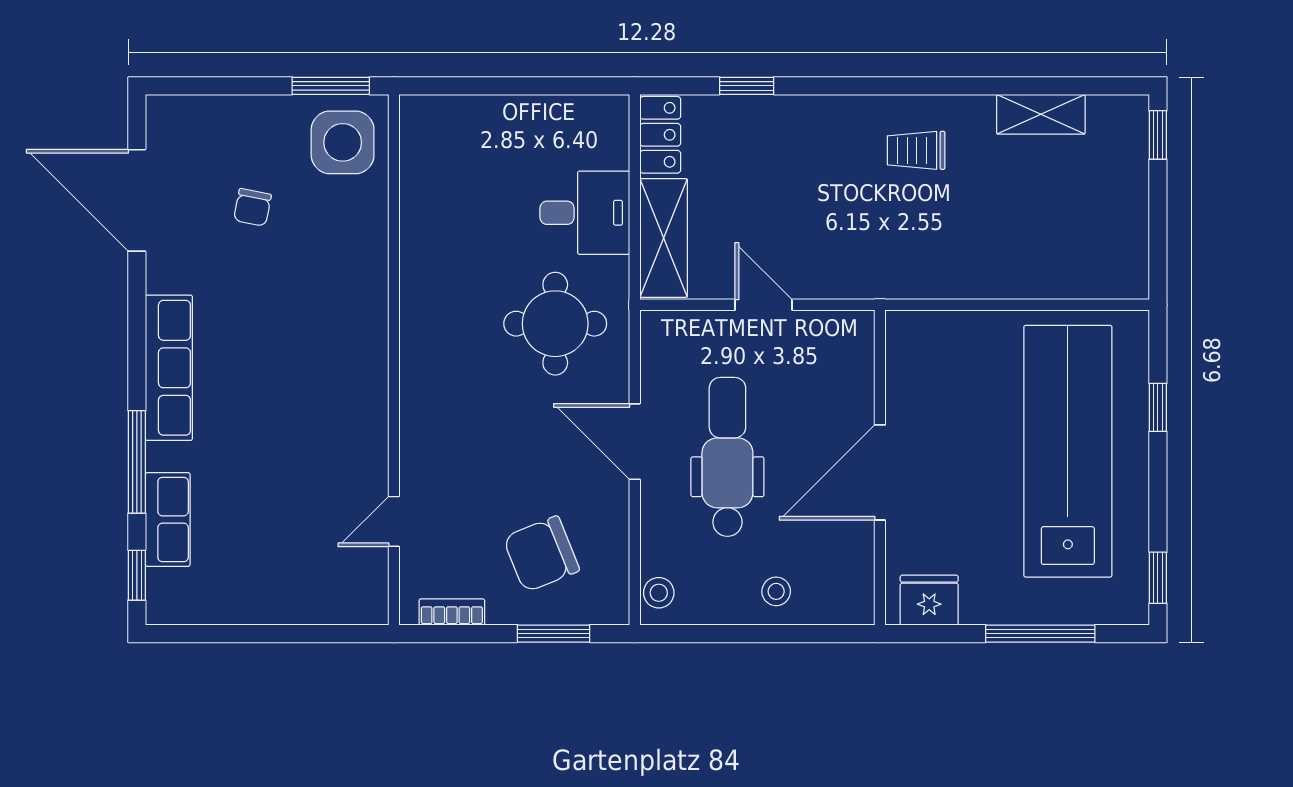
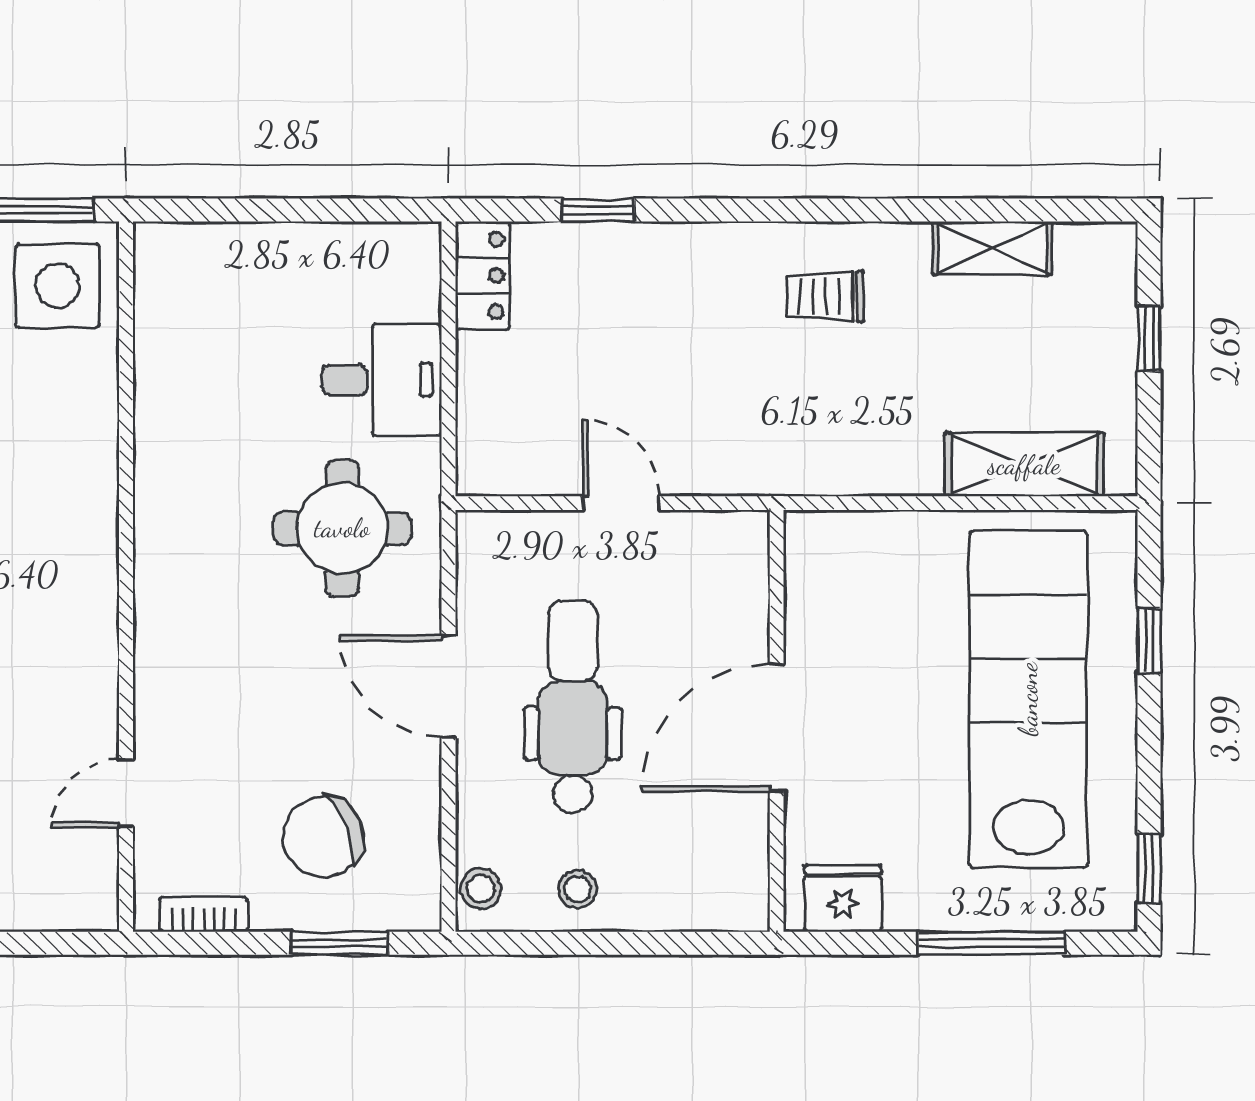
window: (1158, 135) -> (1149, 339), moved
shelving: (664, 238) -> (1024, 465), moved, turned 90
stool: (776, 591) -> (577, 889), moved

